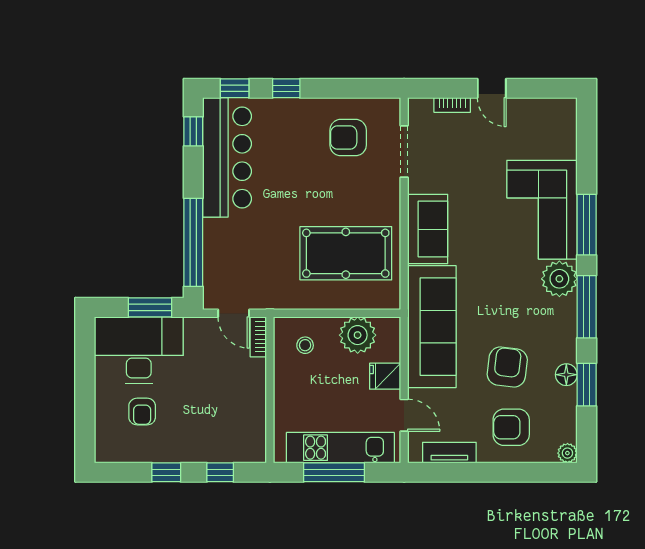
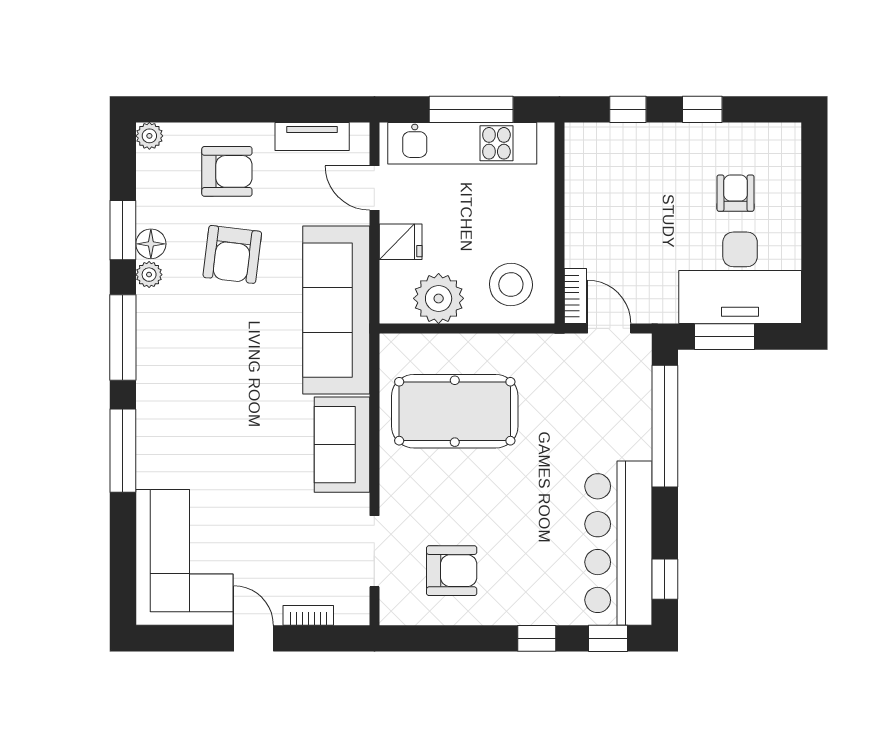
corner sofa: (542, 210) -> (184, 557), moved
plant: (559, 279) -> (149, 275), moved, width x0.53, depth x0.53
stool: (305, 345) -> (511, 285), width x1.89, depth x1.89

